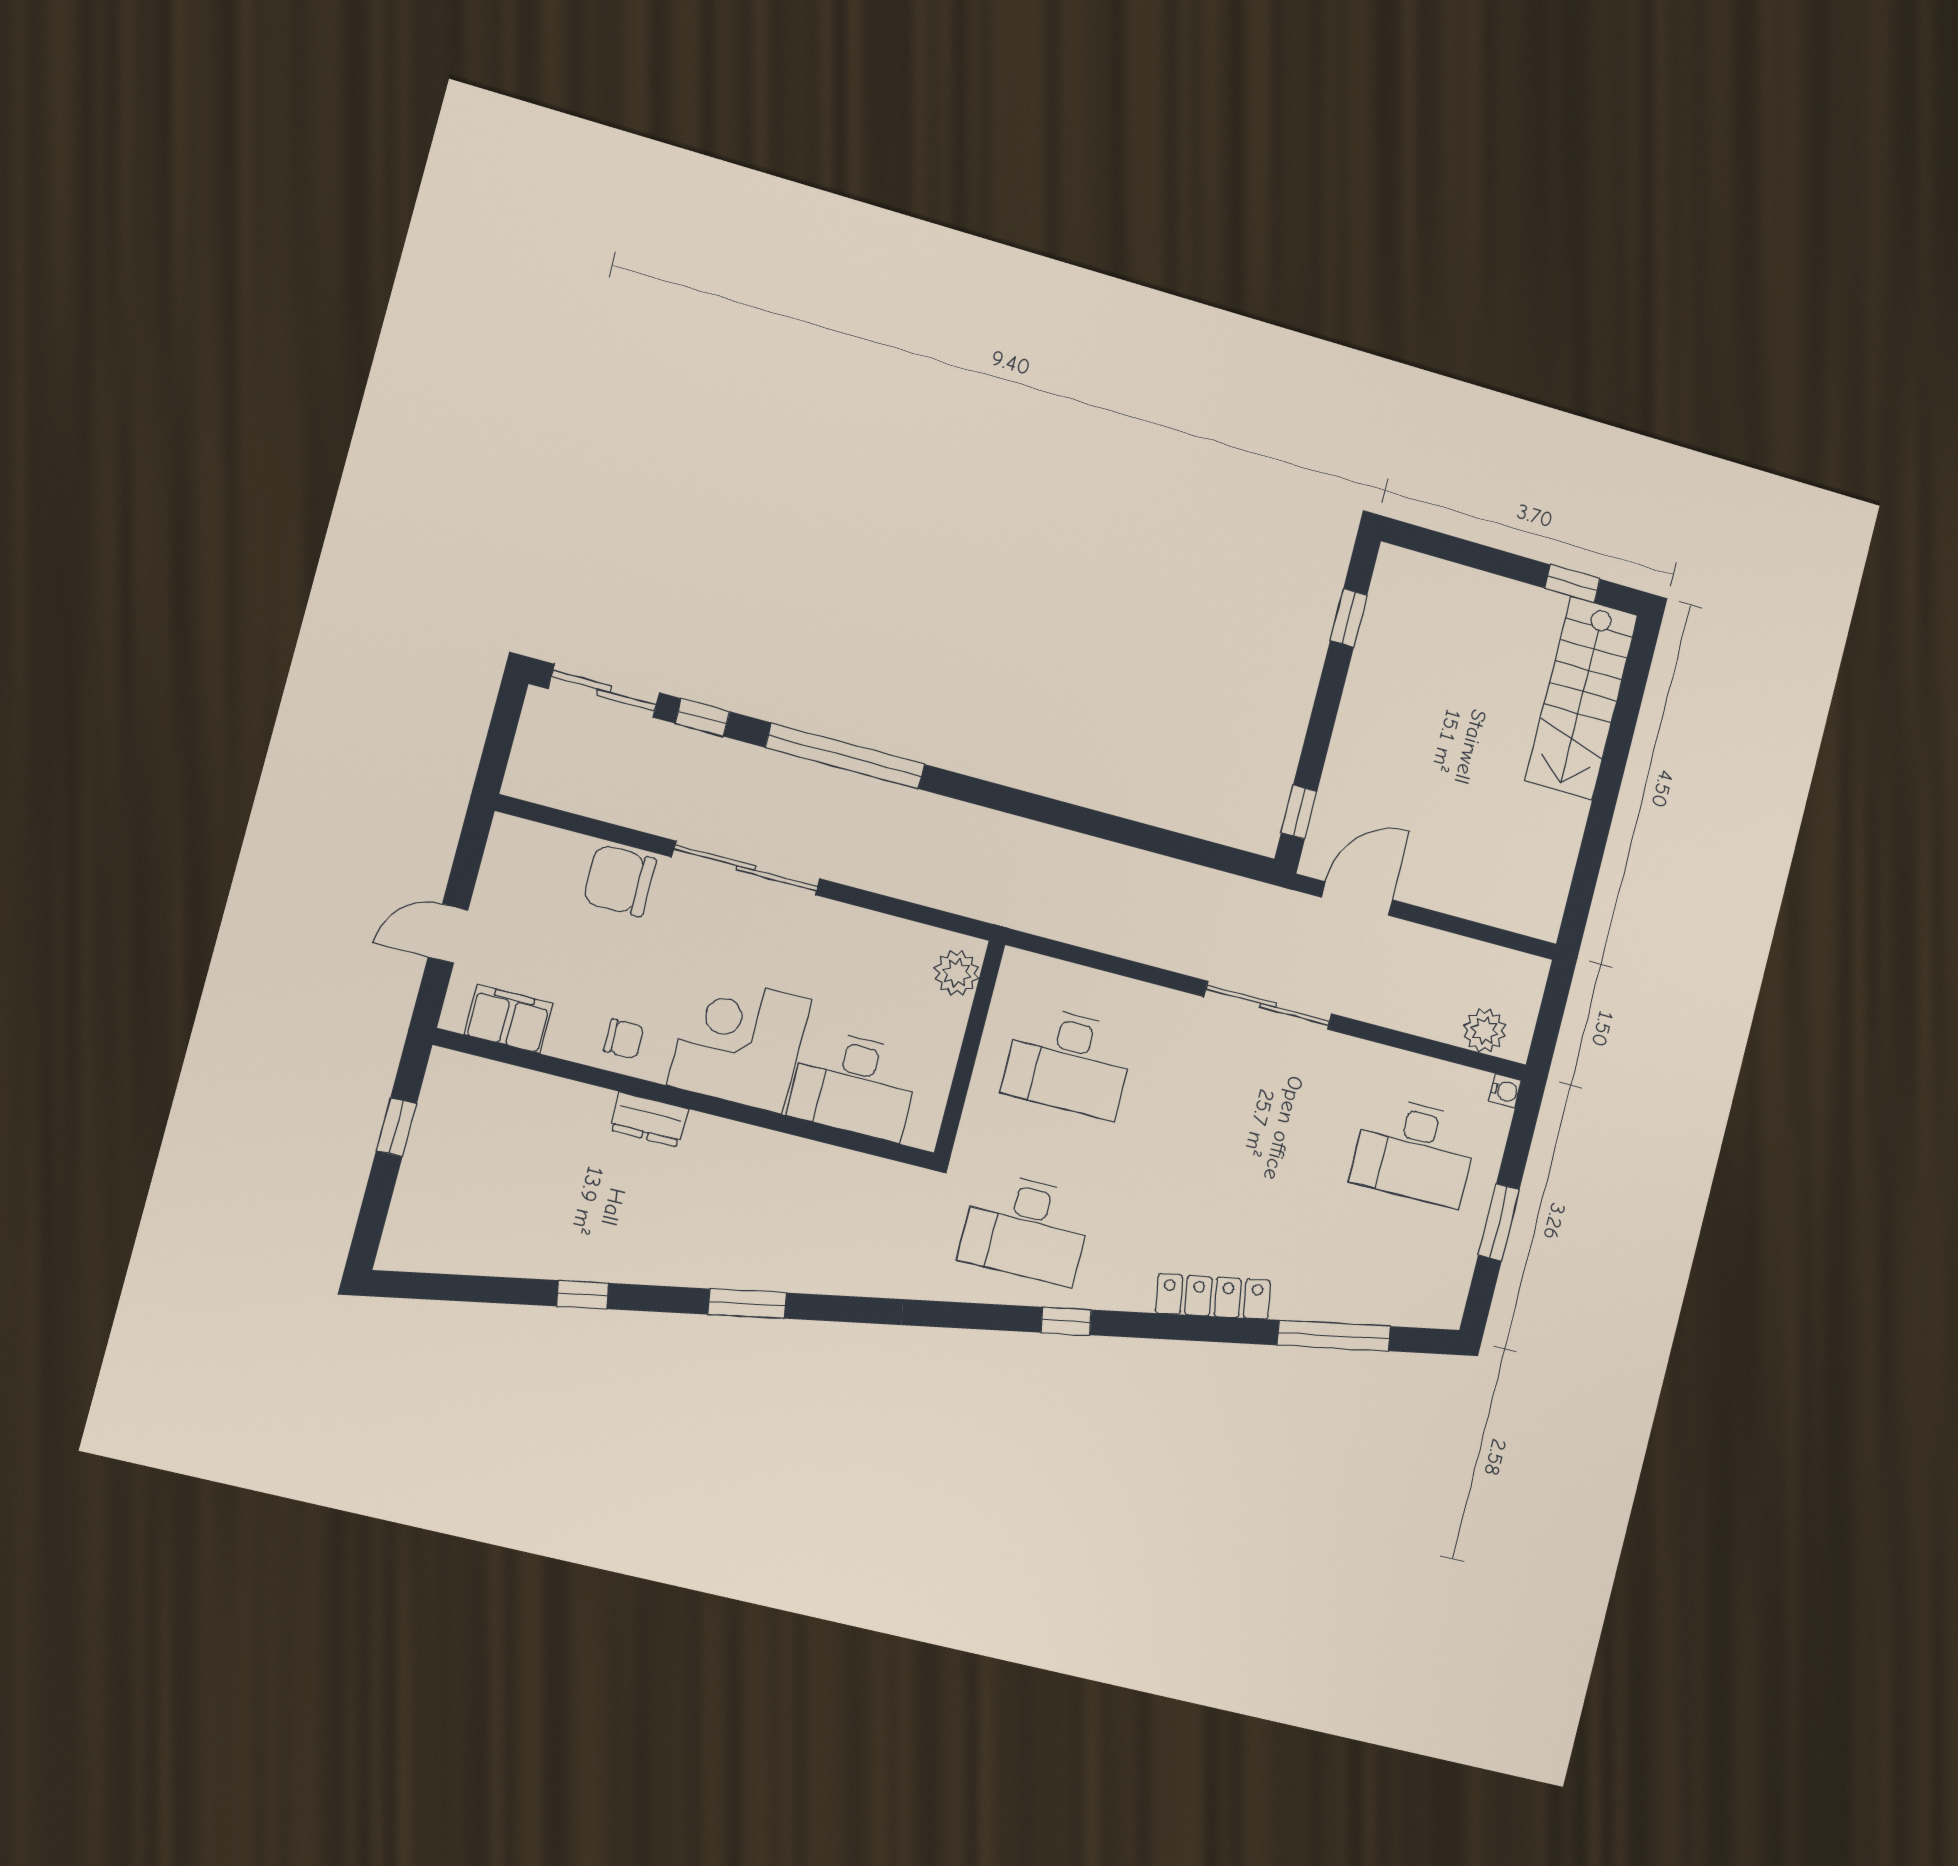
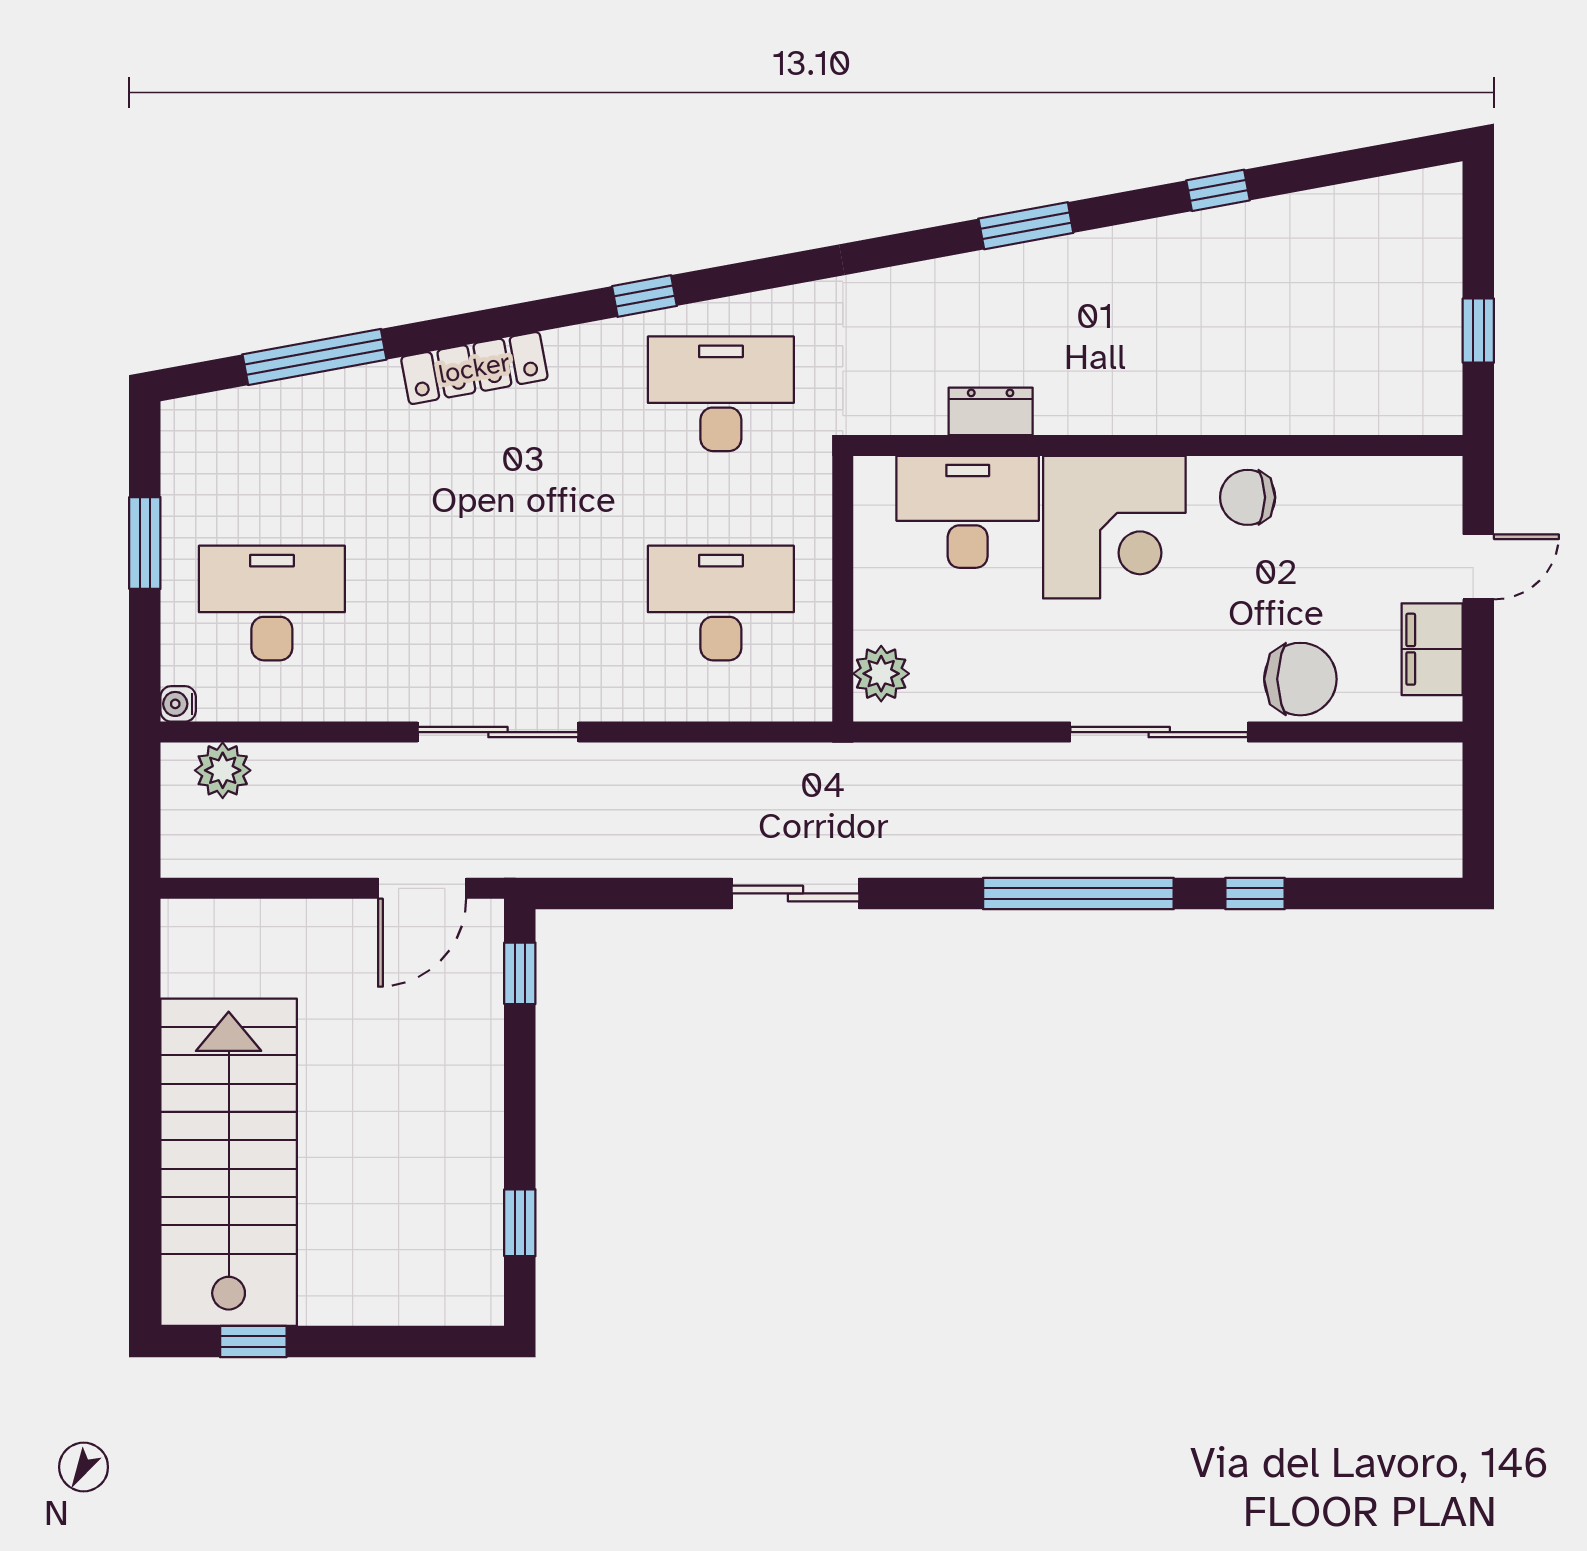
sliding door: (604, 691) -> (795, 893), moved
stairs: (1582, 698) -> (229, 1162), width x1.36, depth x1.51
filing cabinet: (508, 1019) -> (1432, 649), moved, turned 90
chair: (624, 1039) -> (1248, 497), width x1.37, depth x1.37
dresser: (649, 1119) -> (991, 411), moved

